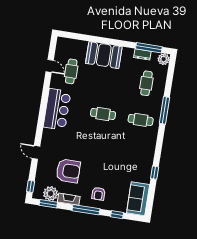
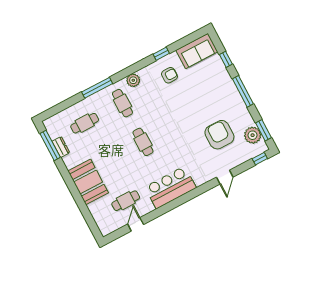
plant: (164, 59) -> (133, 80), moved
armchair: (98, 194) -> (169, 75), moved
fireplace: (69, 199) -> (245, 114), removed

